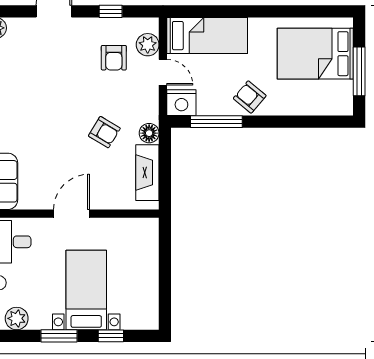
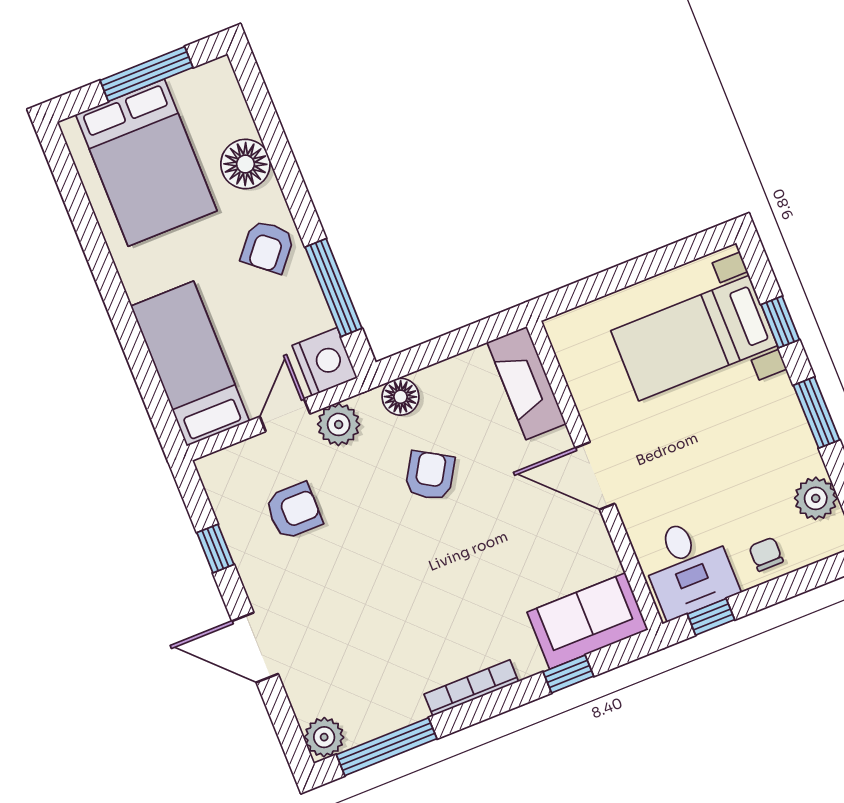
plant: (148, 45) -> (339, 424), moved
floor lamp: (295, 102) -> (245, 164), added
fireplace: (147, 173) -> (526, 383), moved, turned 90
bed with nightstands: (86, 290) -> (694, 338), moved

